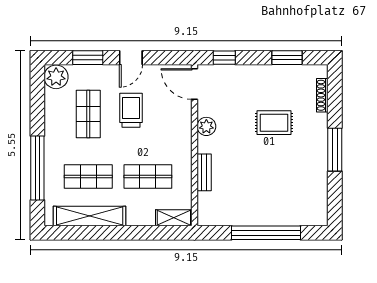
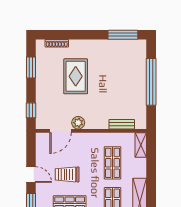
door: (195, 84) -> (61, 131), moved
rug: (274, 123) -> (76, 76), width x1.36, depth x1.43
window: (335, 150) -> (123, 35), moved
bench: (204, 172) -> (122, 124), moved

